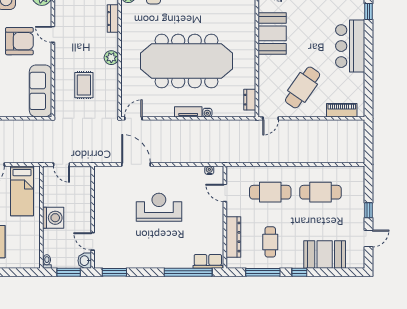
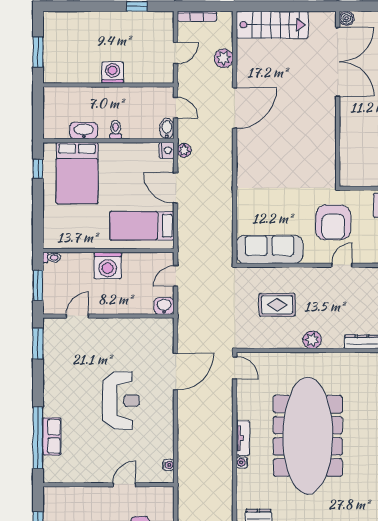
door: (225, 193) -> (124, 485), moved
dresser: (233, 237) -> (83, 496), removed
washbasin: (85, 261) -> (164, 306), moved
row of seats: (208, 261) -> (52, 436), moved

